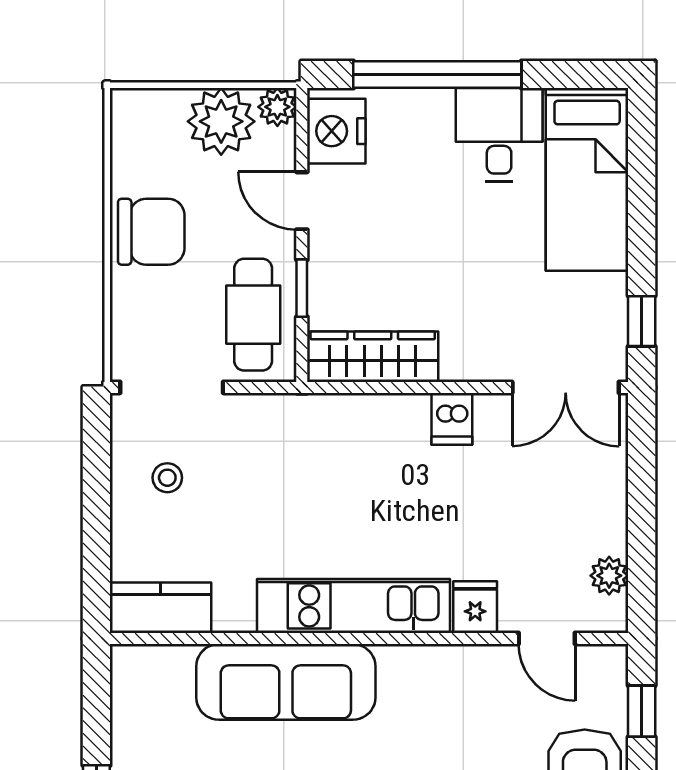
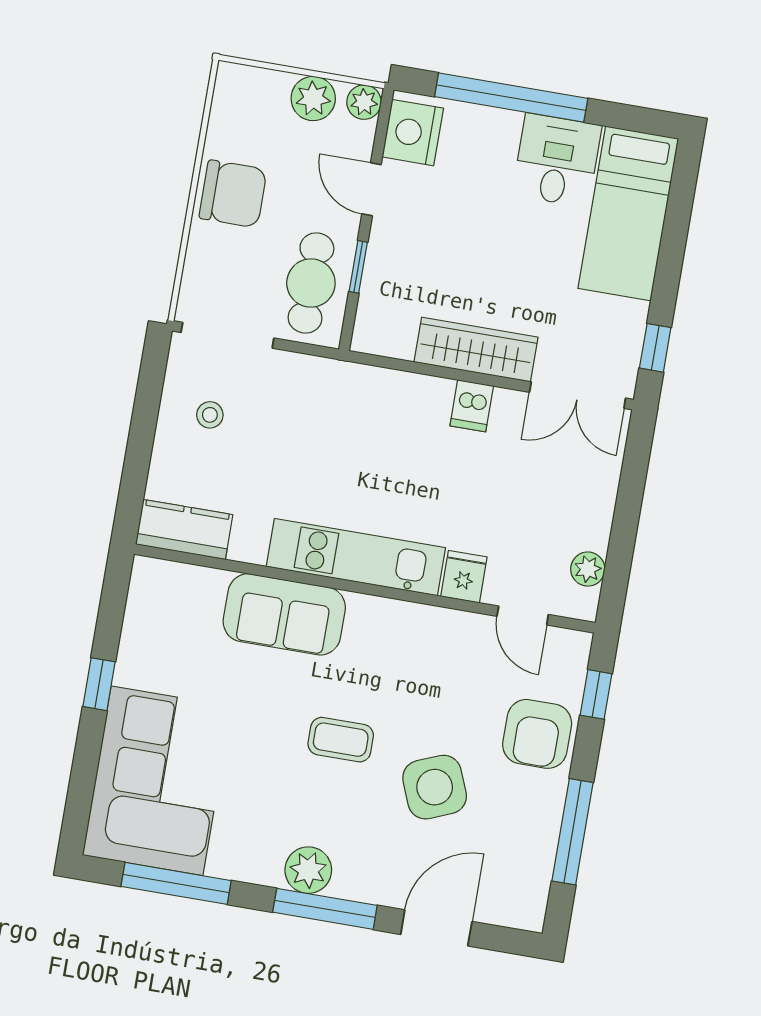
plant: (221, 121) -> (313, 98), width x0.73, depth x0.73
wardrobe: (373, 357) -> (476, 350), moved
sofa: (286, 682) -> (284, 614), width x0.73

